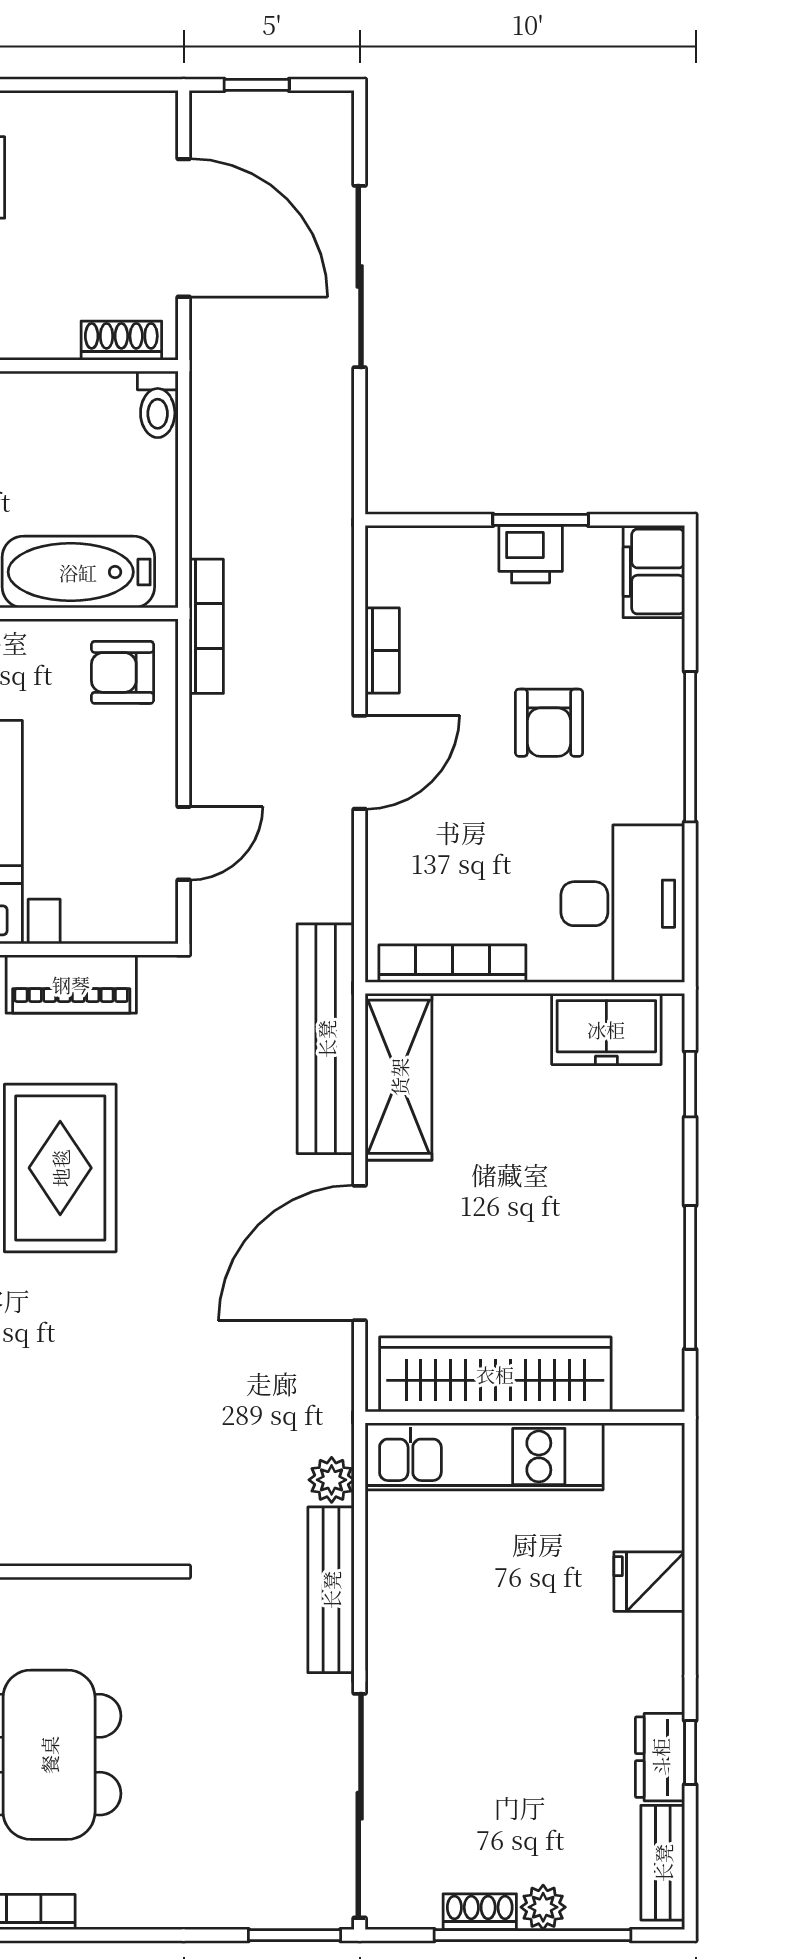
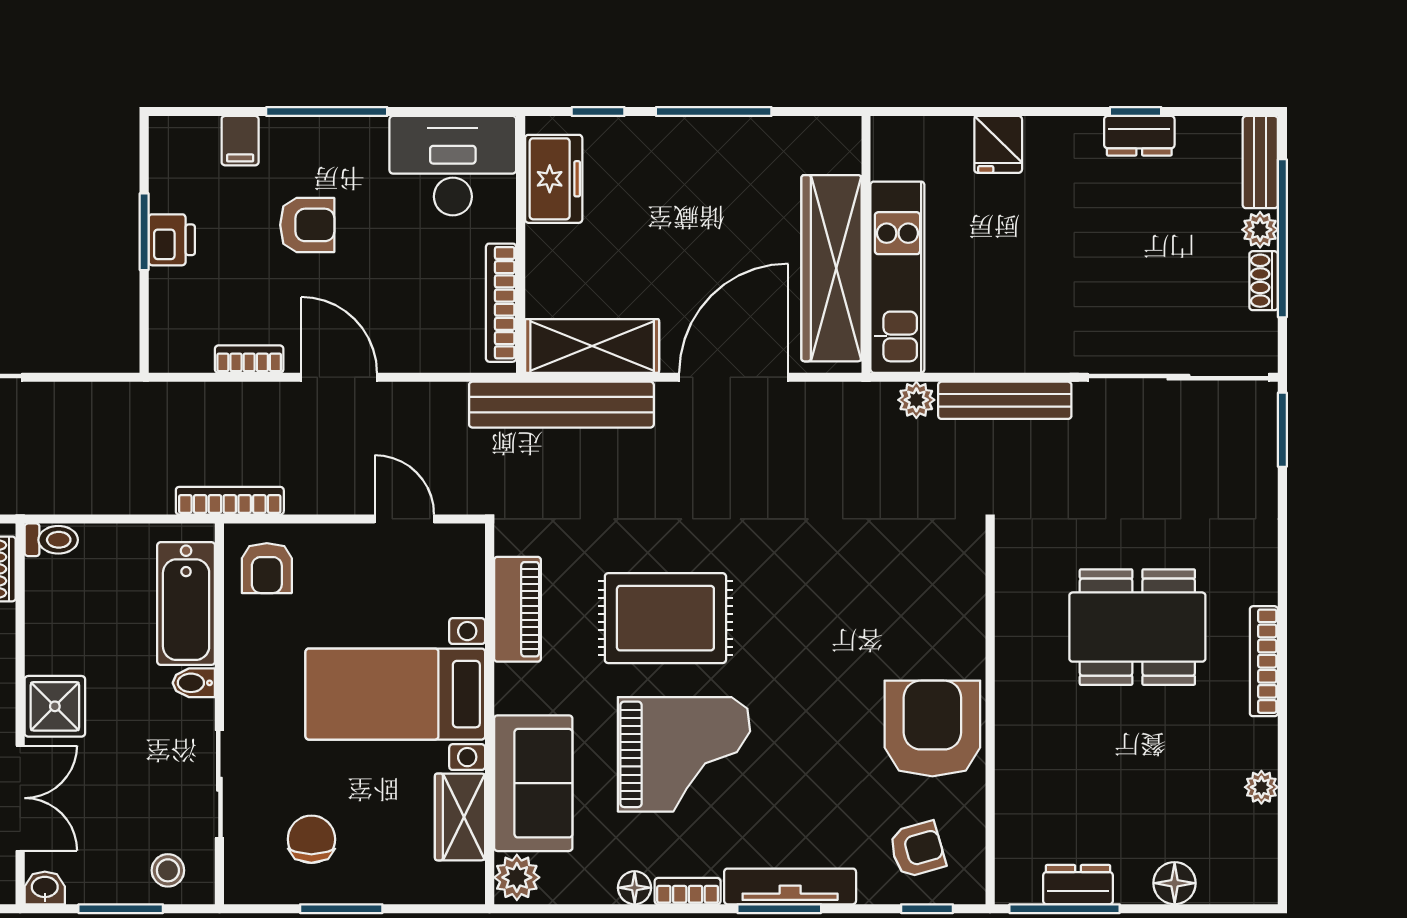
filing cabinet: (654, 572) -> (240, 141), moved, width x0.50
door: (360, 1253) -> (734, 377), swing flipped
window: (690, 1277) -> (714, 111), moved
bench: (663, 1863) -> (1260, 162), moved, turned 90

